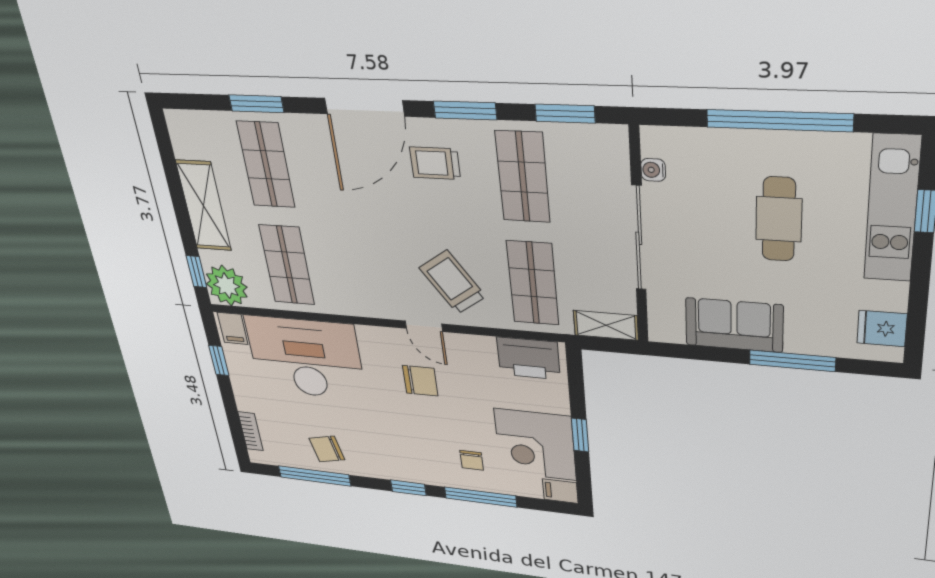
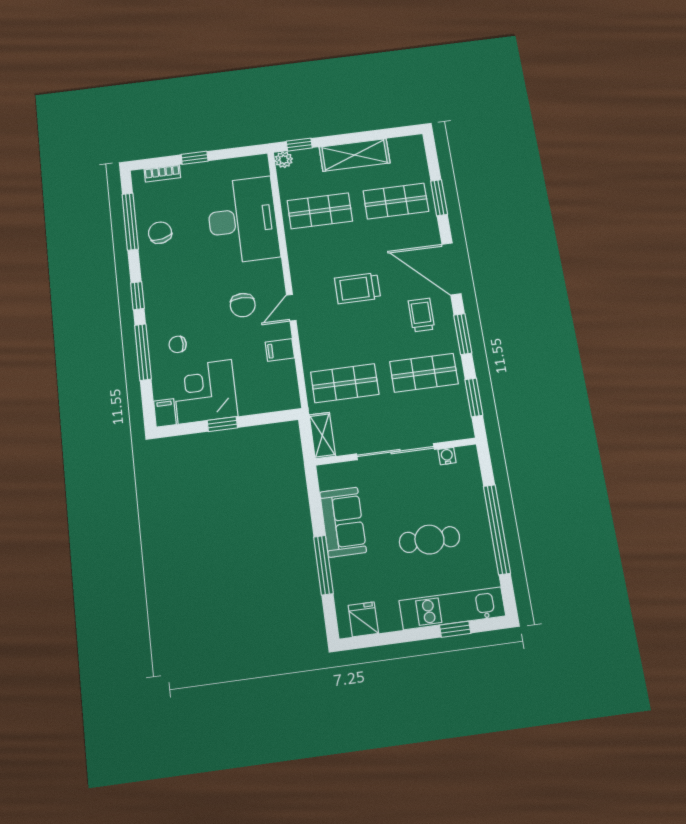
trolley: (452, 282) -> (357, 288), moved, turned -145
plant: (227, 286) -> (284, 160), width x0.53, depth x0.53
filing cabinet: (233, 328) -> (280, 350), moved
printer: (528, 358) -> (282, 383), removed
window: (219, 361) -> (195, 158), moved

